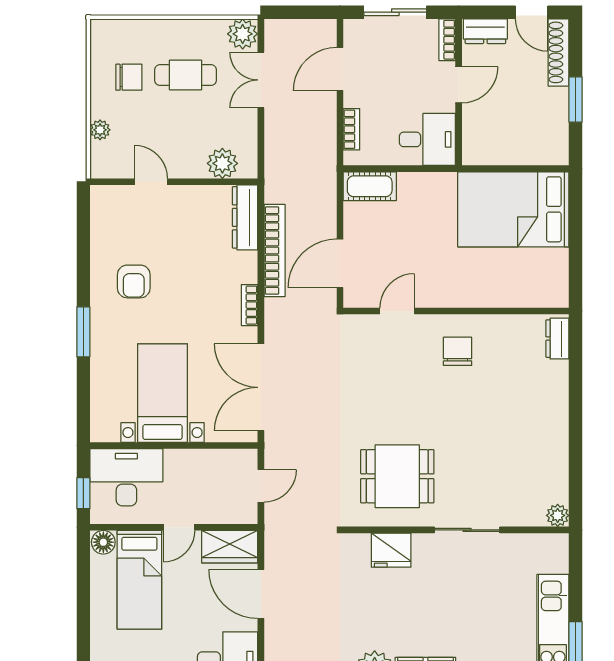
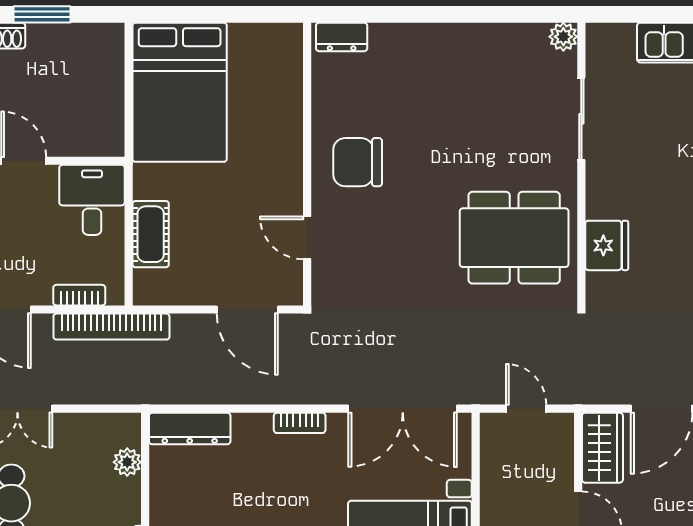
plant: (222, 163) -> (127, 462), width x0.73, depth x0.73
cot: (370, 186) -> (151, 234), moved
bookcase: (275, 251) -> (111, 327), moved, turned 180
chair: (458, 351) -> (358, 162), width x1.37, depth x1.37
dining table: (397, 476) -> (514, 238), width x1.38
sliding door: (467, 530) -> (581, 119), moved

